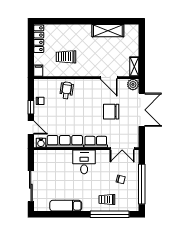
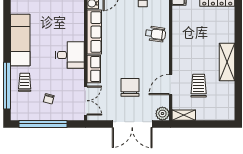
shelving: (108, 31) -> (227, 62), moved
trolley: (66, 57) -> (199, 86), moved
double door: (122, 149) -> (86, 101), swing flipped
exam couch: (66, 206) -> (20, 40), width x1.36, depth x1.45

